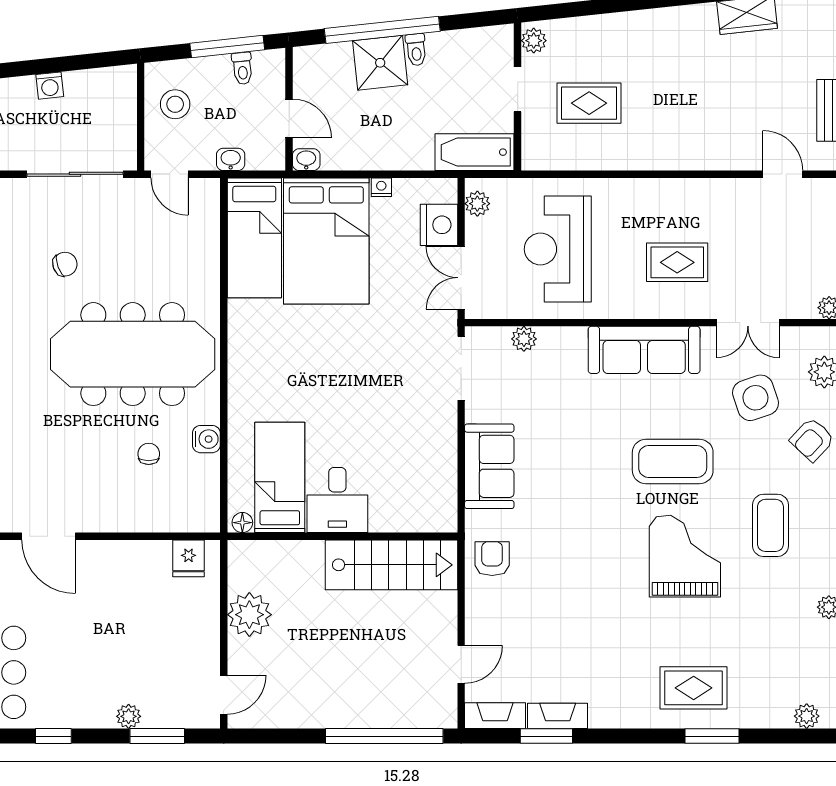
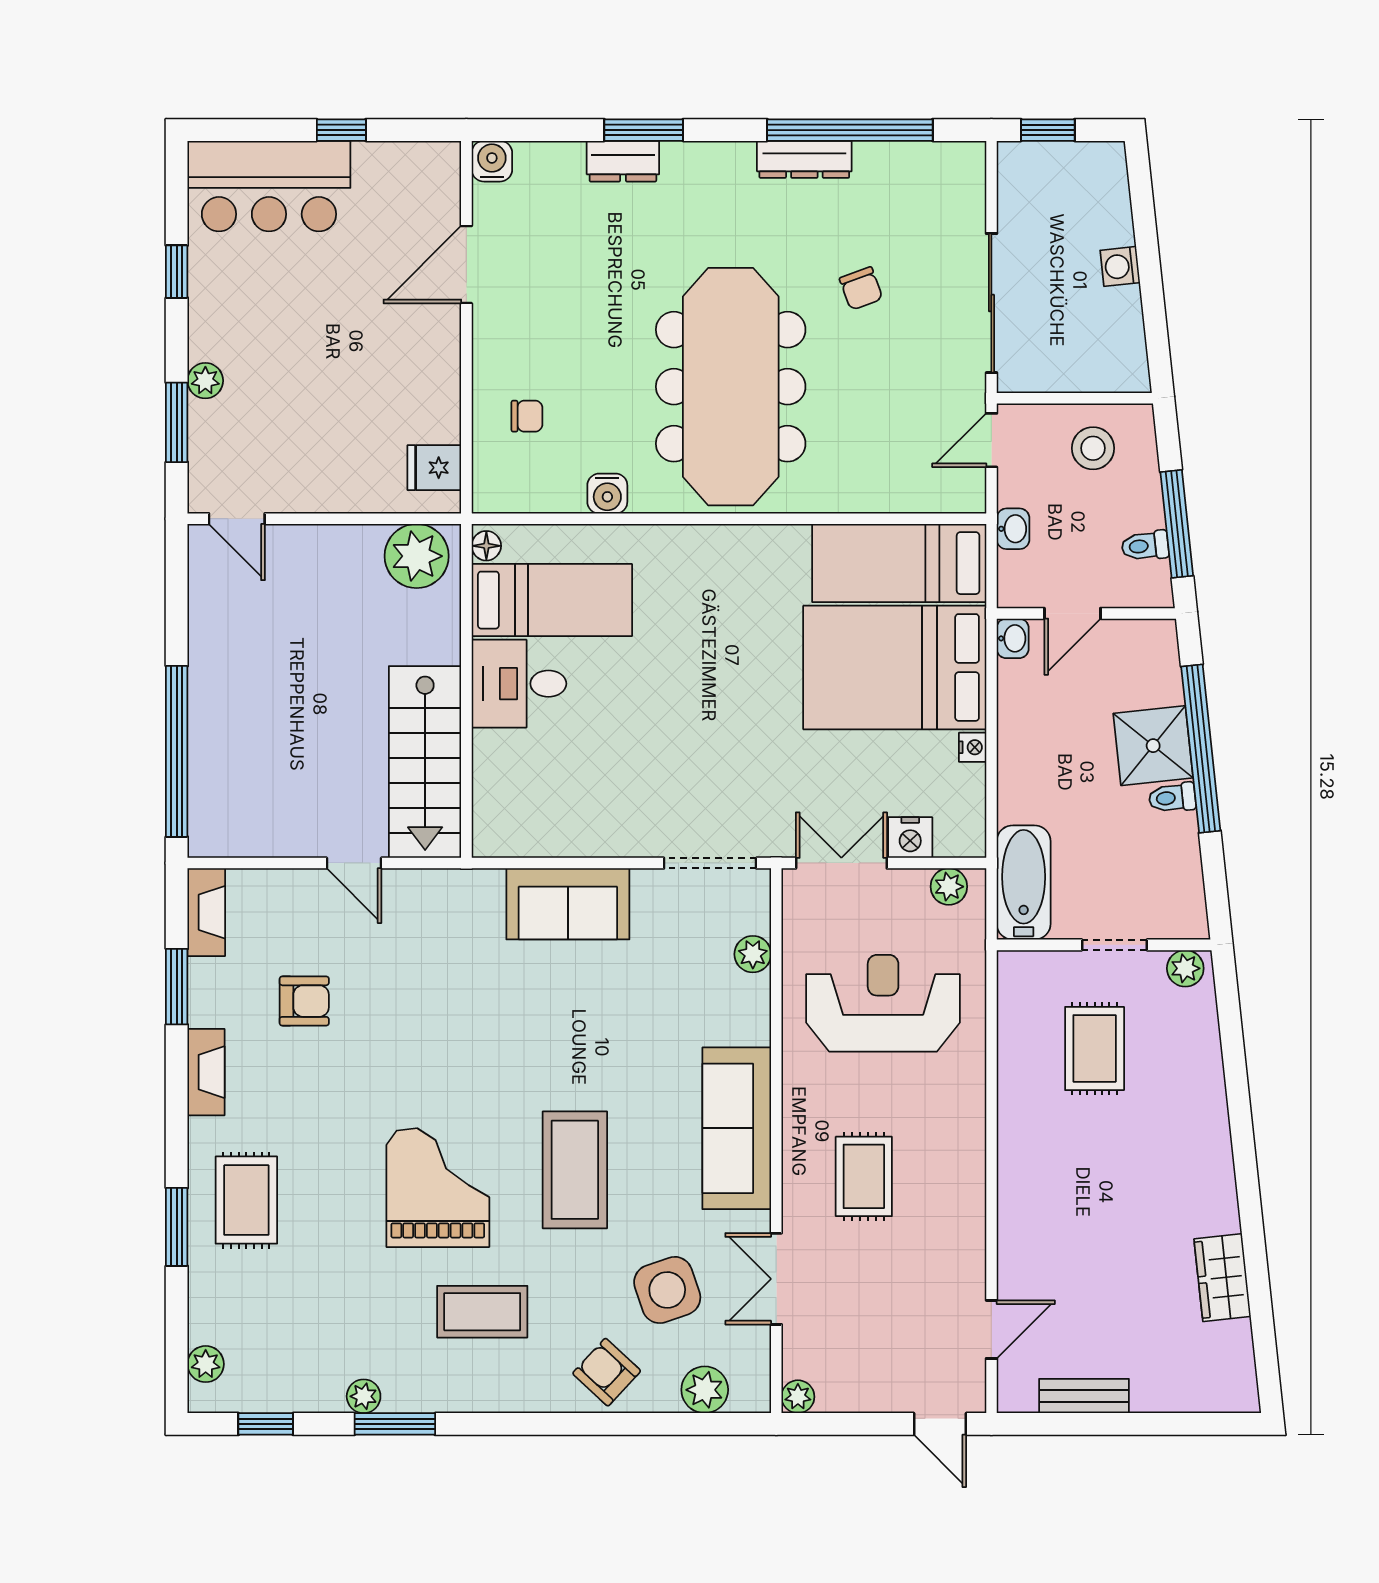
nightstand: (439, 225) -> (910, 838), width x0.74, depth x0.75
chair: (149, 454) -> (527, 416), moved
grand piano: (685, 556) -> (438, 1188), turned -90
armchair: (492, 559) -> (304, 1001), moved
plant: (249, 615) -> (417, 556), moved
door: (461, 664) -> (354, 863), moved
fireplace: (558, 716) -> (206, 1072), moved

